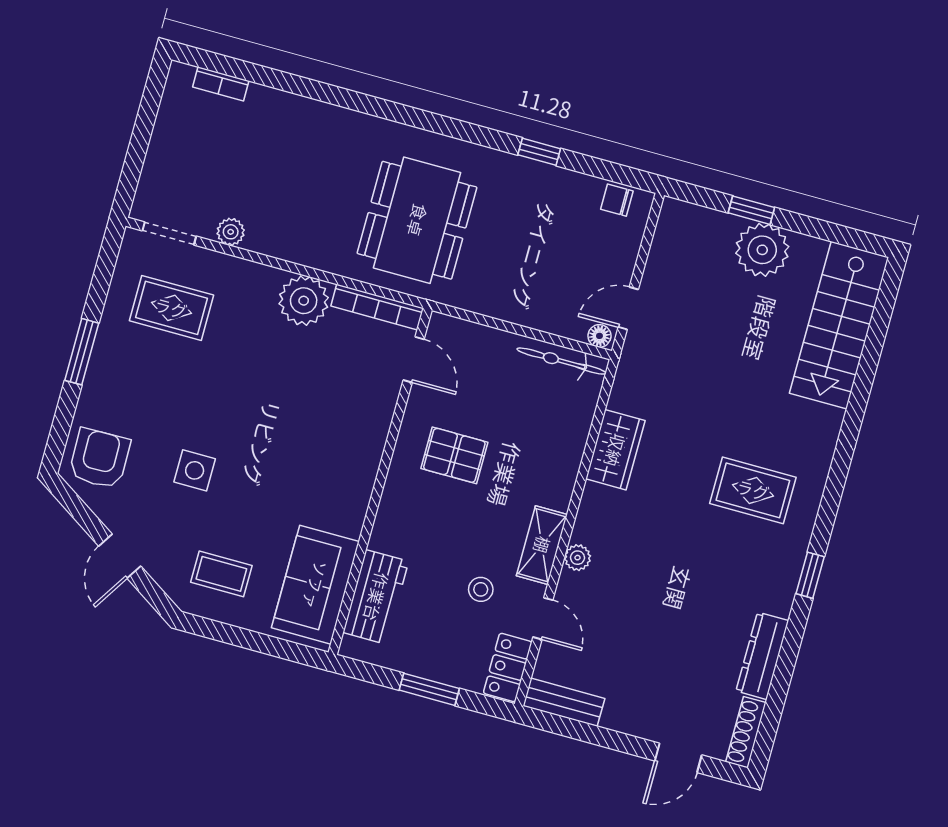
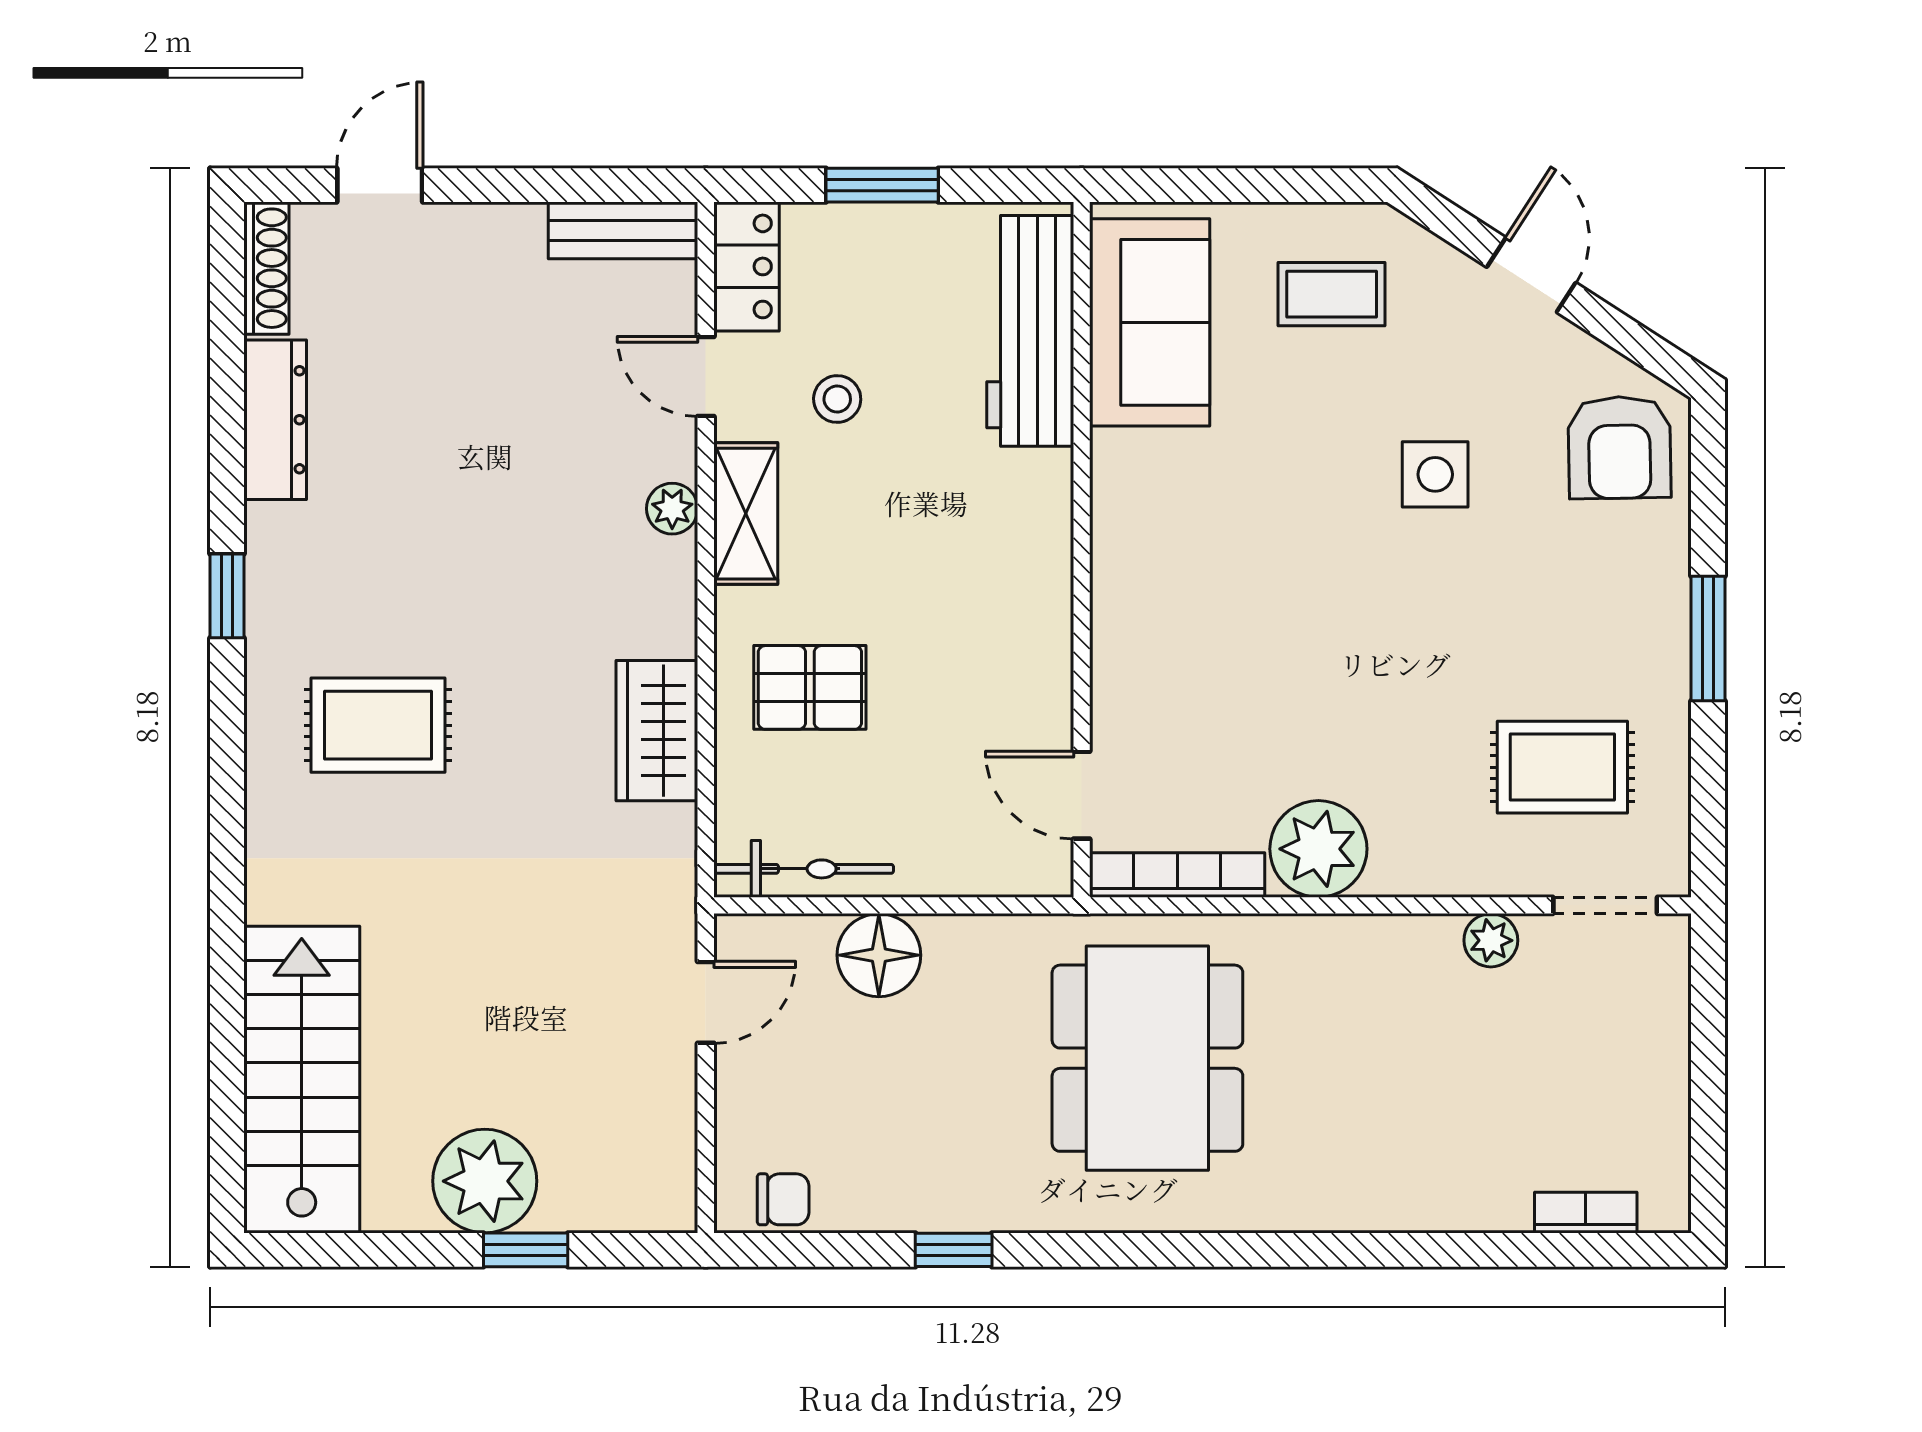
floor lamp: (599, 336) -> (879, 955), moved, width x1.89, depth x1.89
pallet: (454, 455) -> (810, 687), moved
workbench: (376, 597) -> (1030, 331), width x1.37

